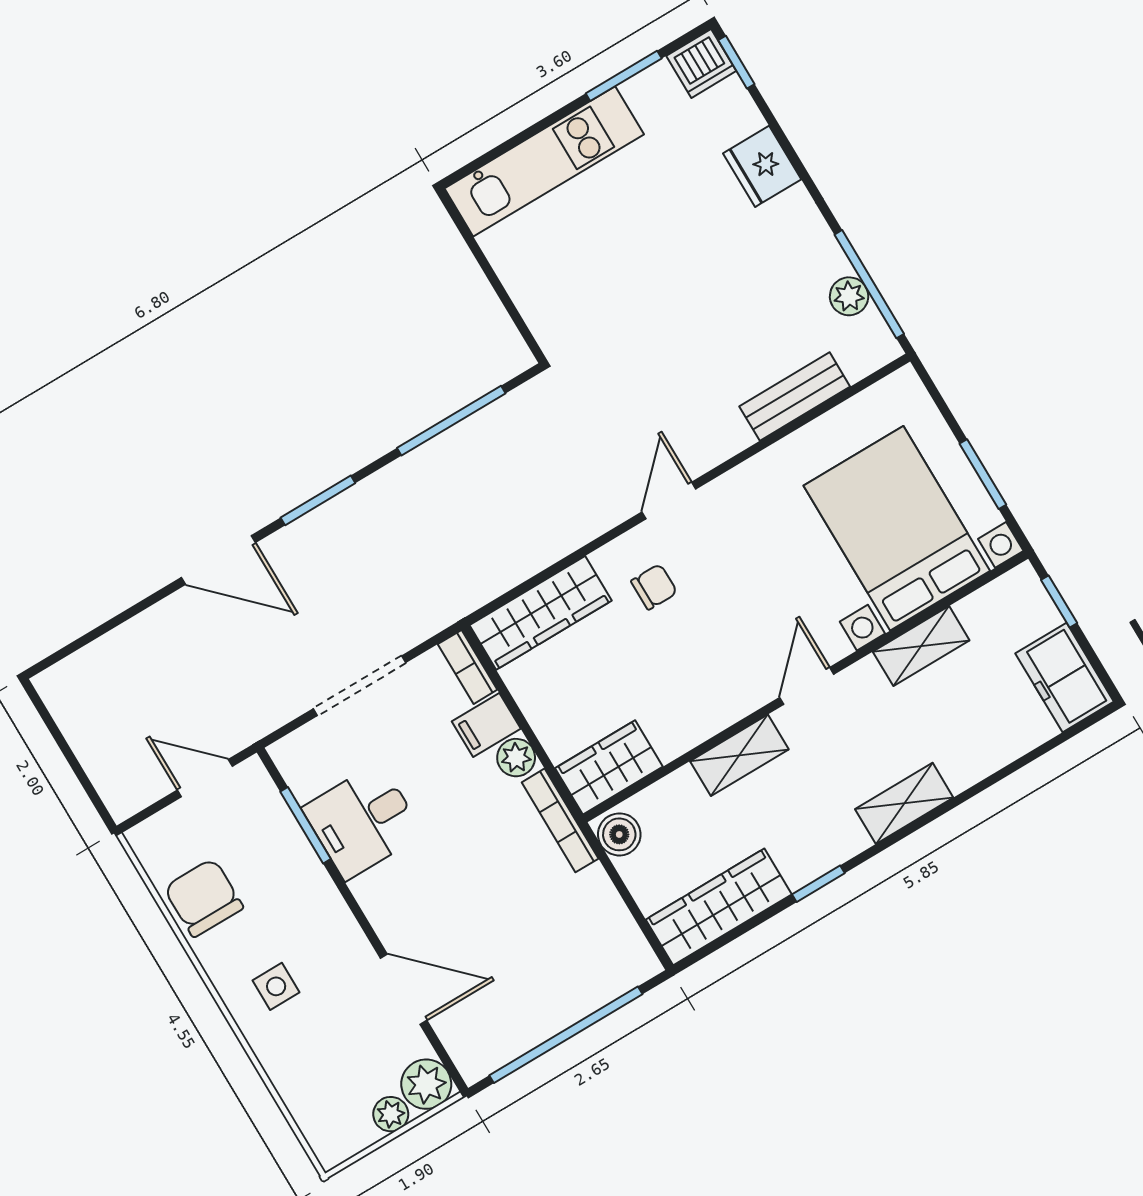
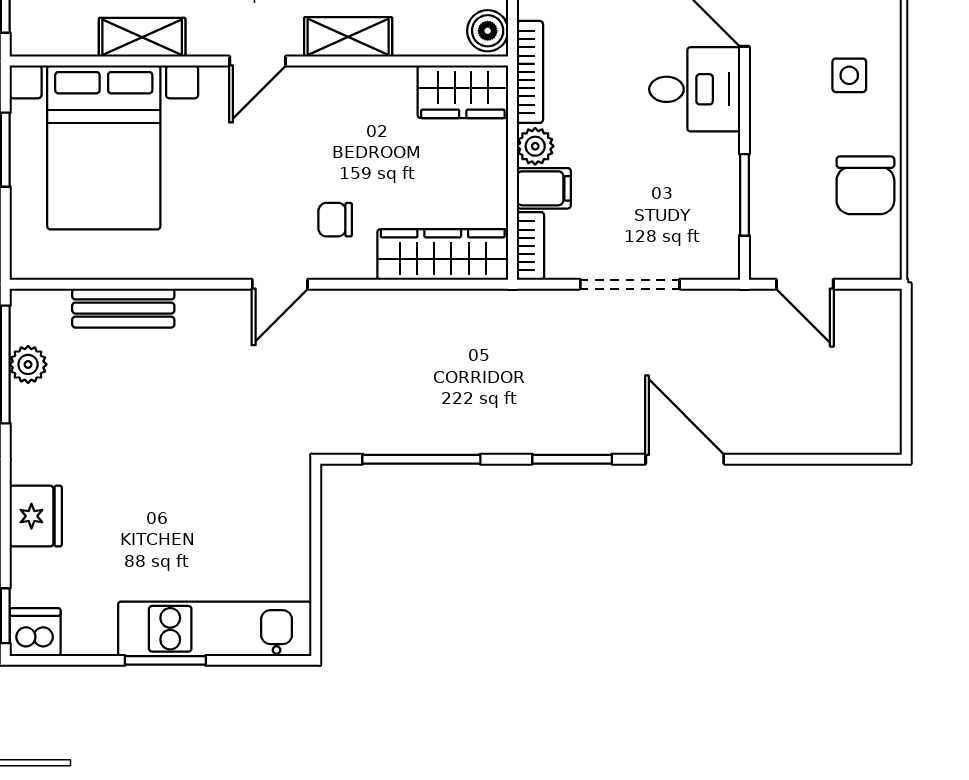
window: (624, 76) -> (165, 660), moved
desk: (363, 821) -> (695, 89), moved

